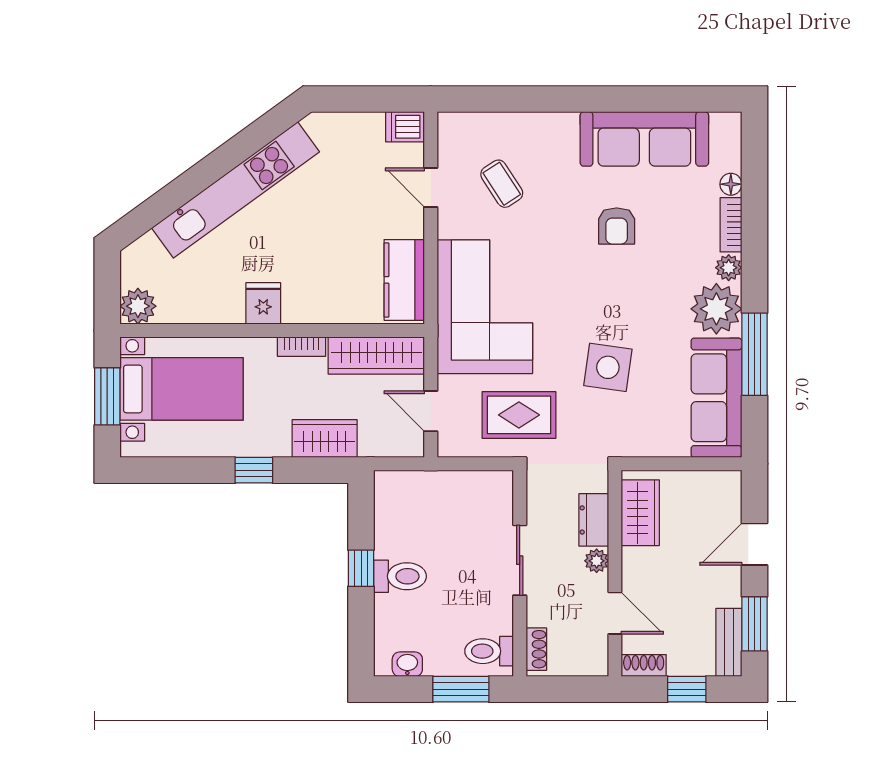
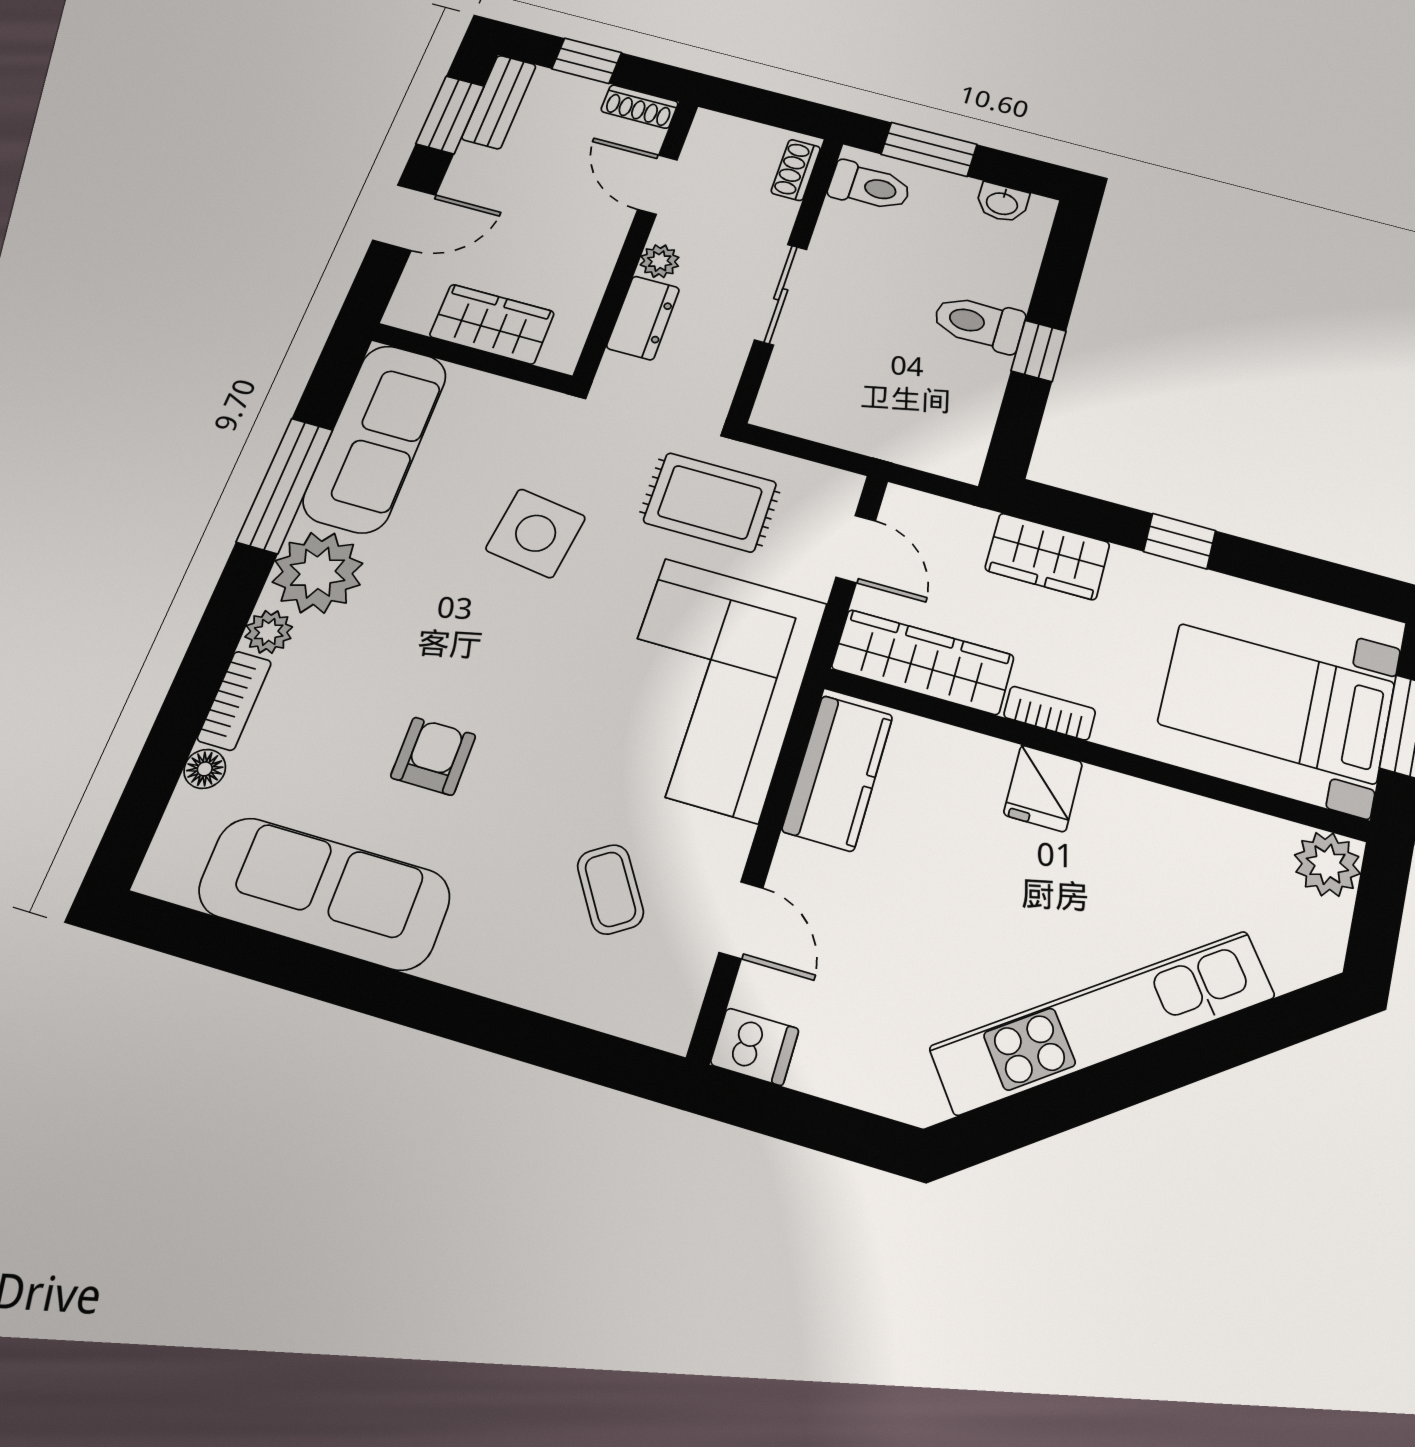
fridge: (263, 303) -> (1043, 788), moved
wardrobe: (640, 513) -> (492, 324), moved, turned 90

